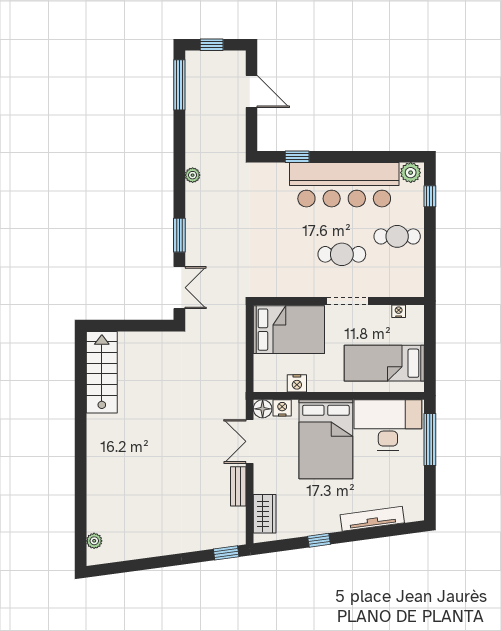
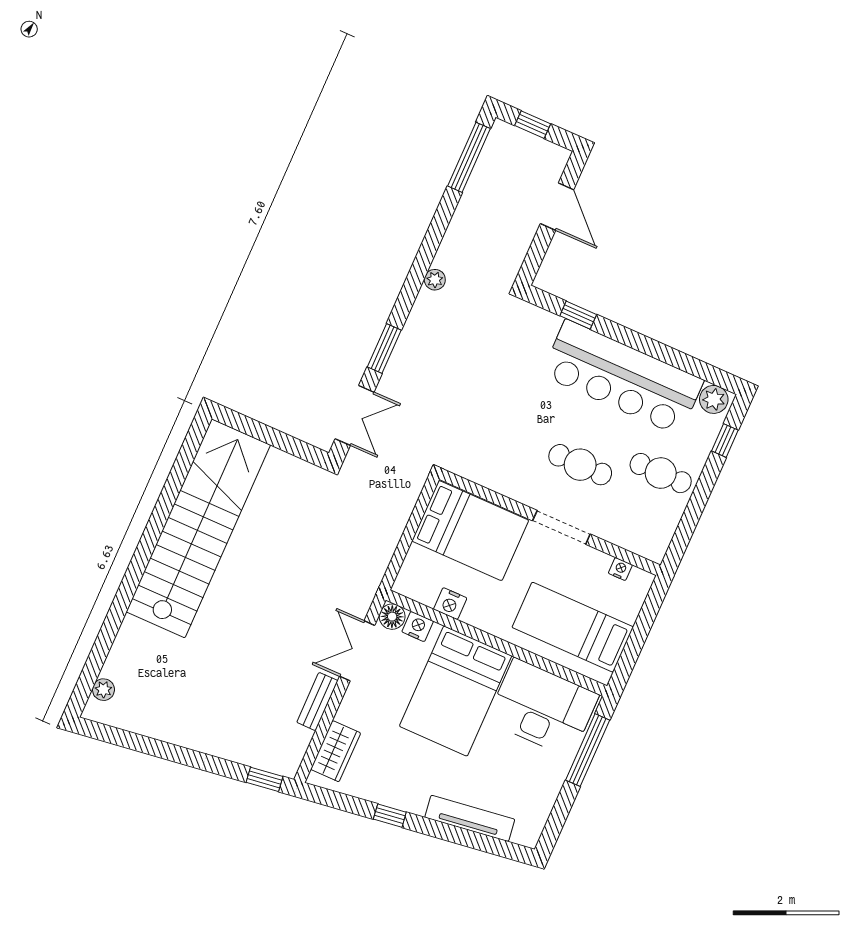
stairs: (102, 372) -> (198, 528), width x1.86, depth x1.51

